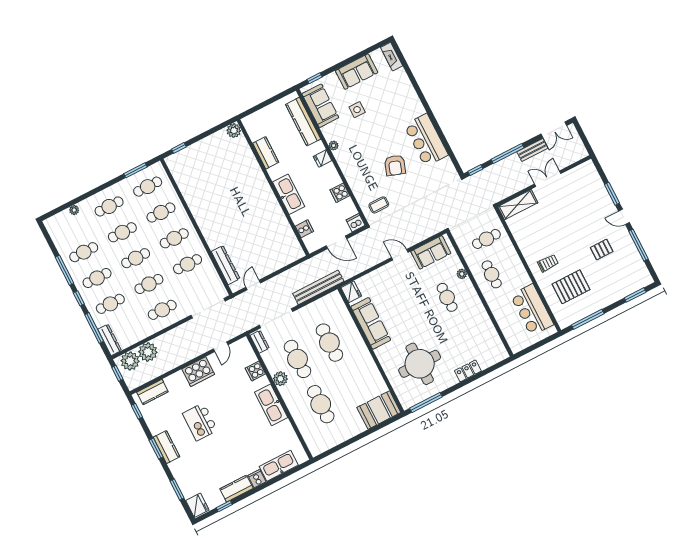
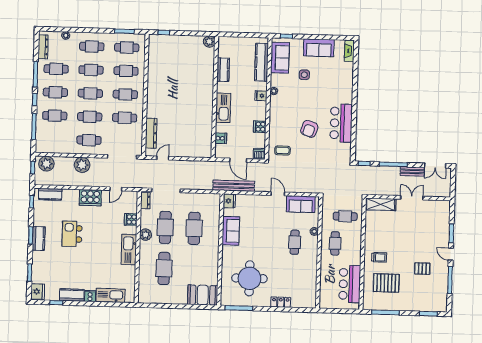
bench: (318, 287) -> (234, 186), moved
sofa: (371, 323) -> (231, 231), width x0.73
dresser: (110, 340) -> (43, 47), moved
plant: (148, 352) -> (82, 165), moved

